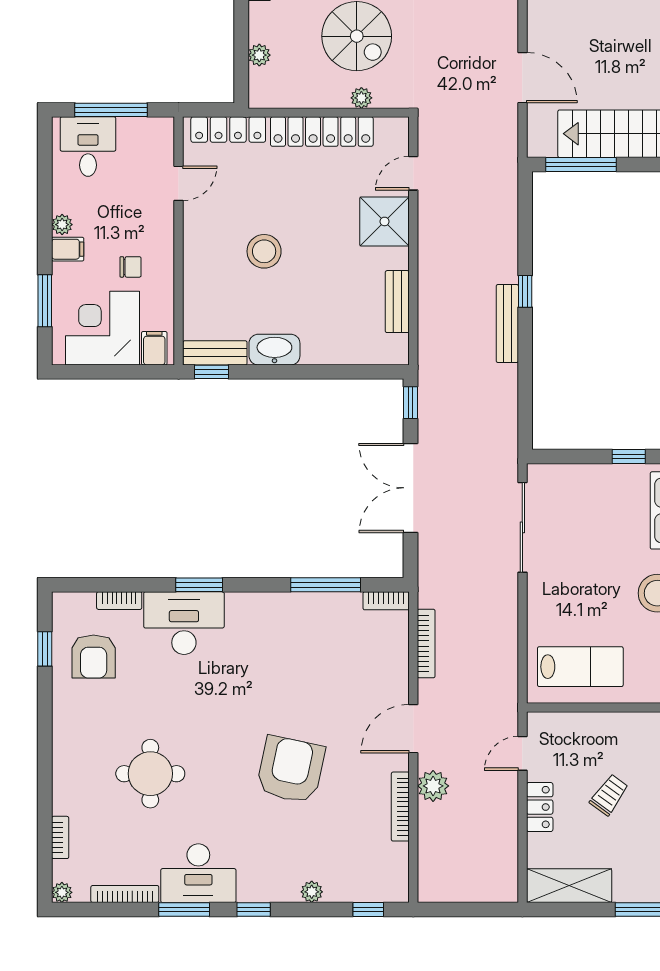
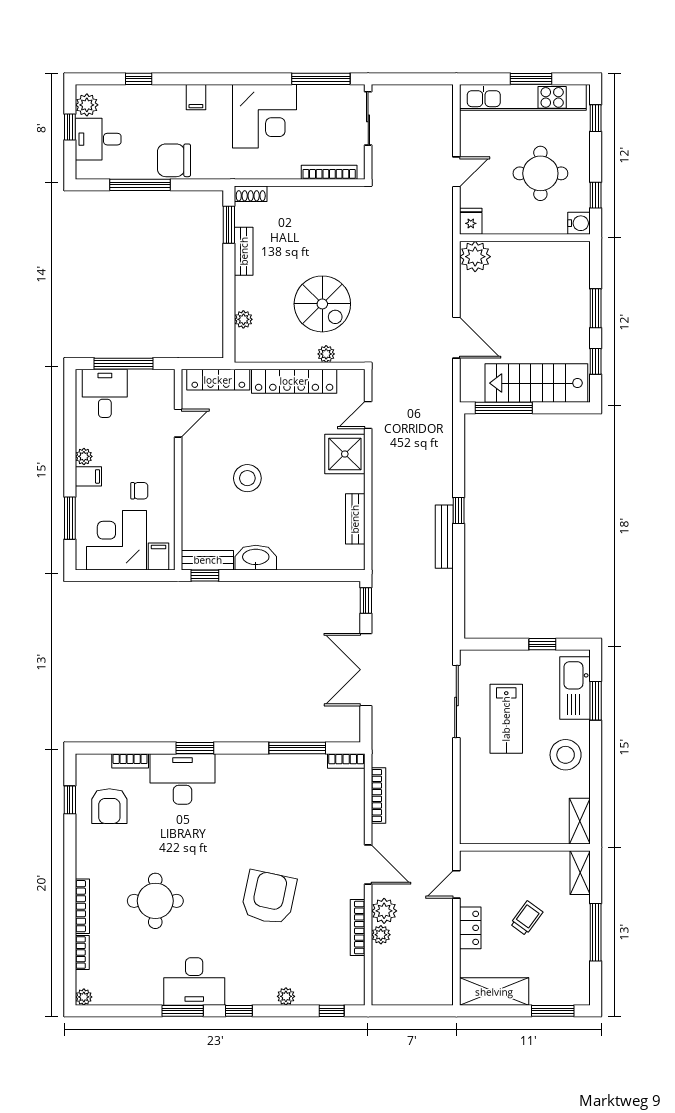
lab bench: (580, 667) -> (506, 719), moved, turned 90
door: (413, 729) -> (368, 864), swing flipped
plant: (429, 816) -> (381, 935), added
bookcase: (125, 894) -> (82, 906), moved, turned 90

